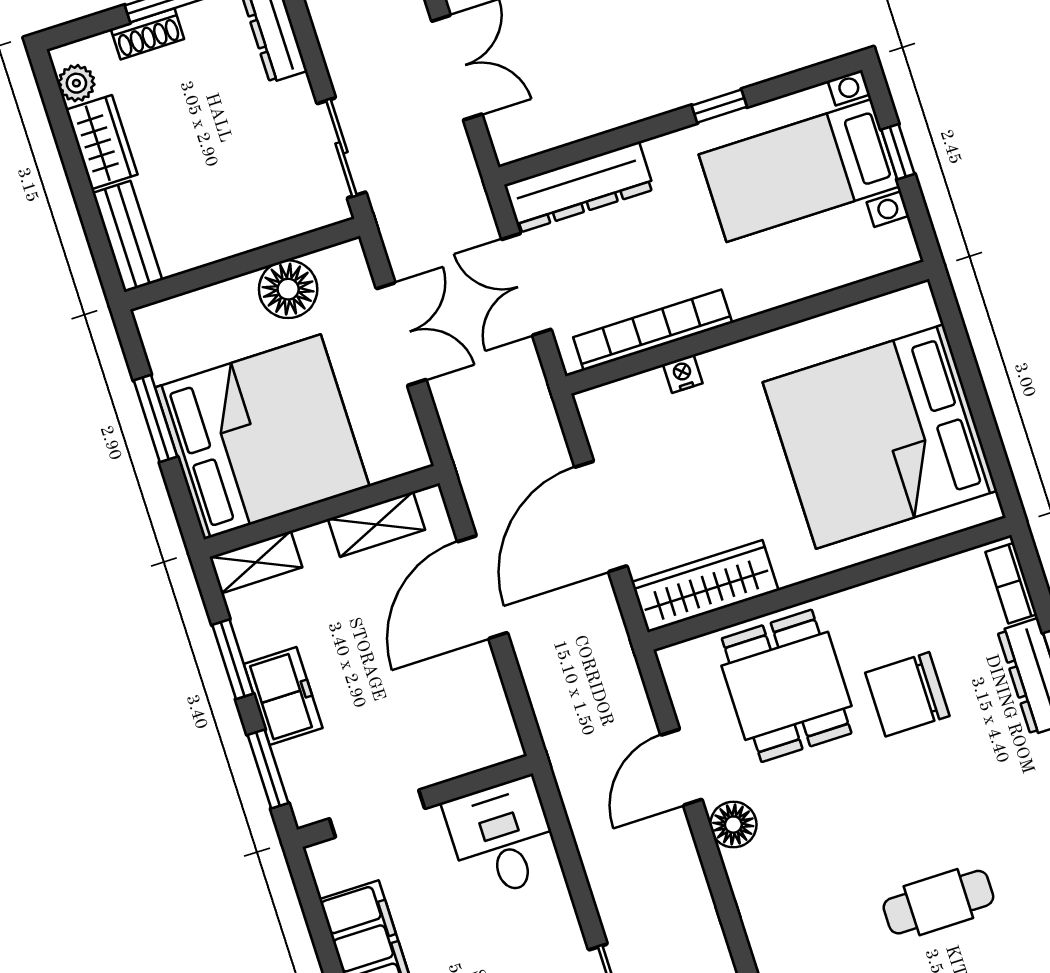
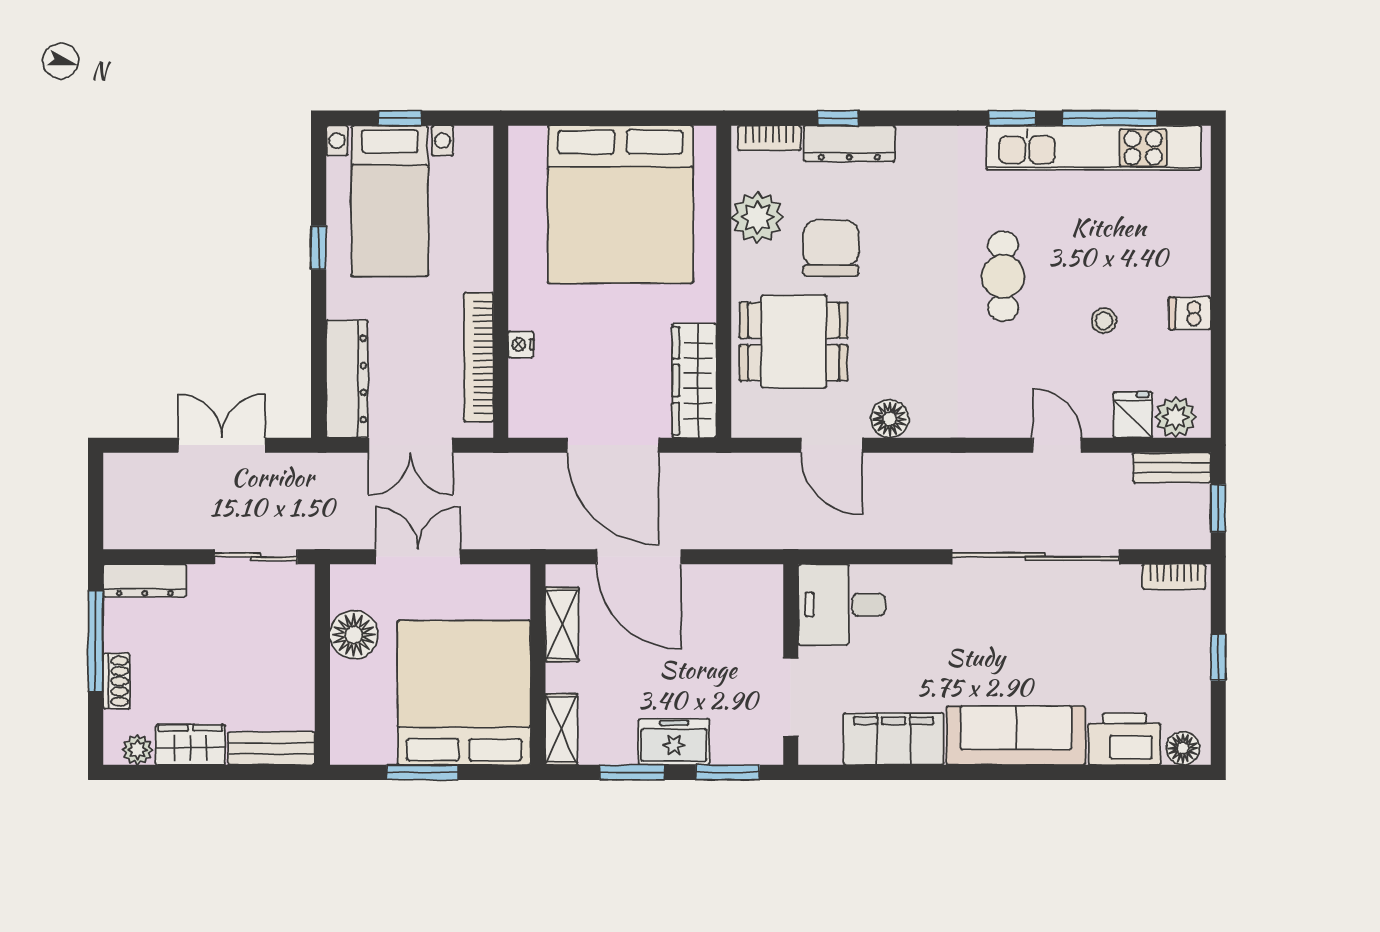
plant: (916, 599) -> (757, 217), added
chair: (907, 694) -> (831, 248), turned 180

